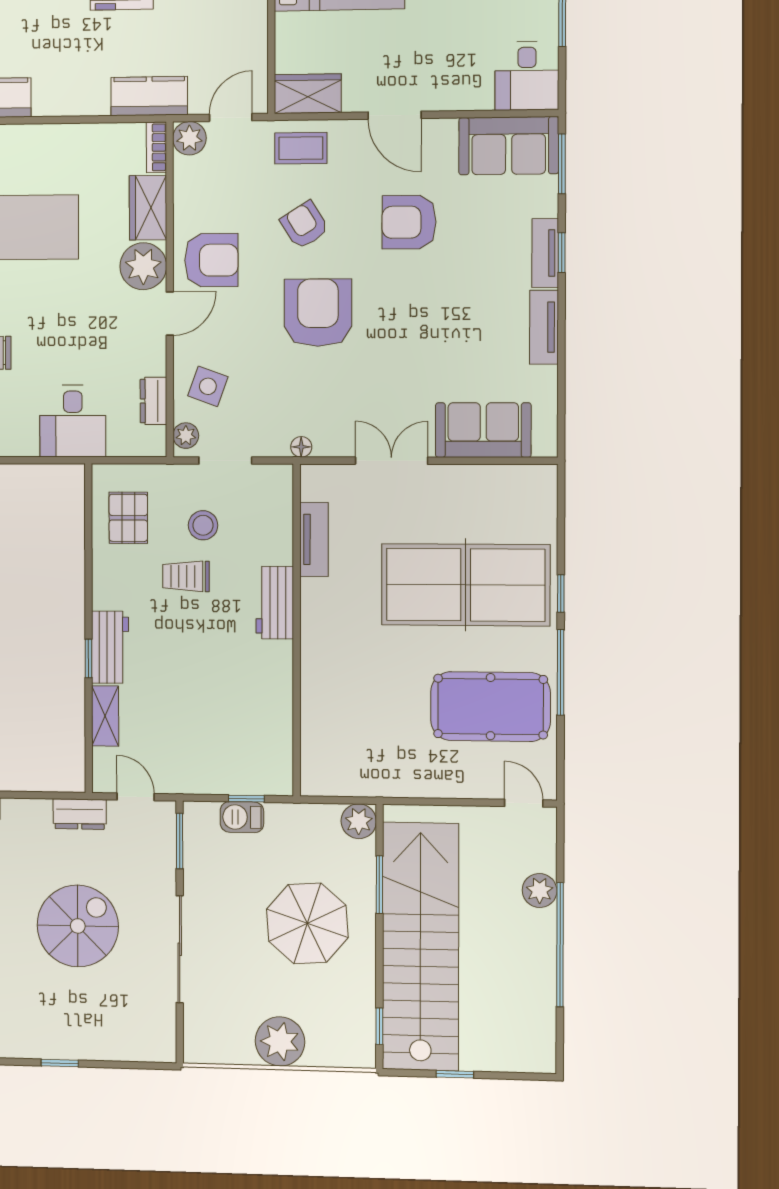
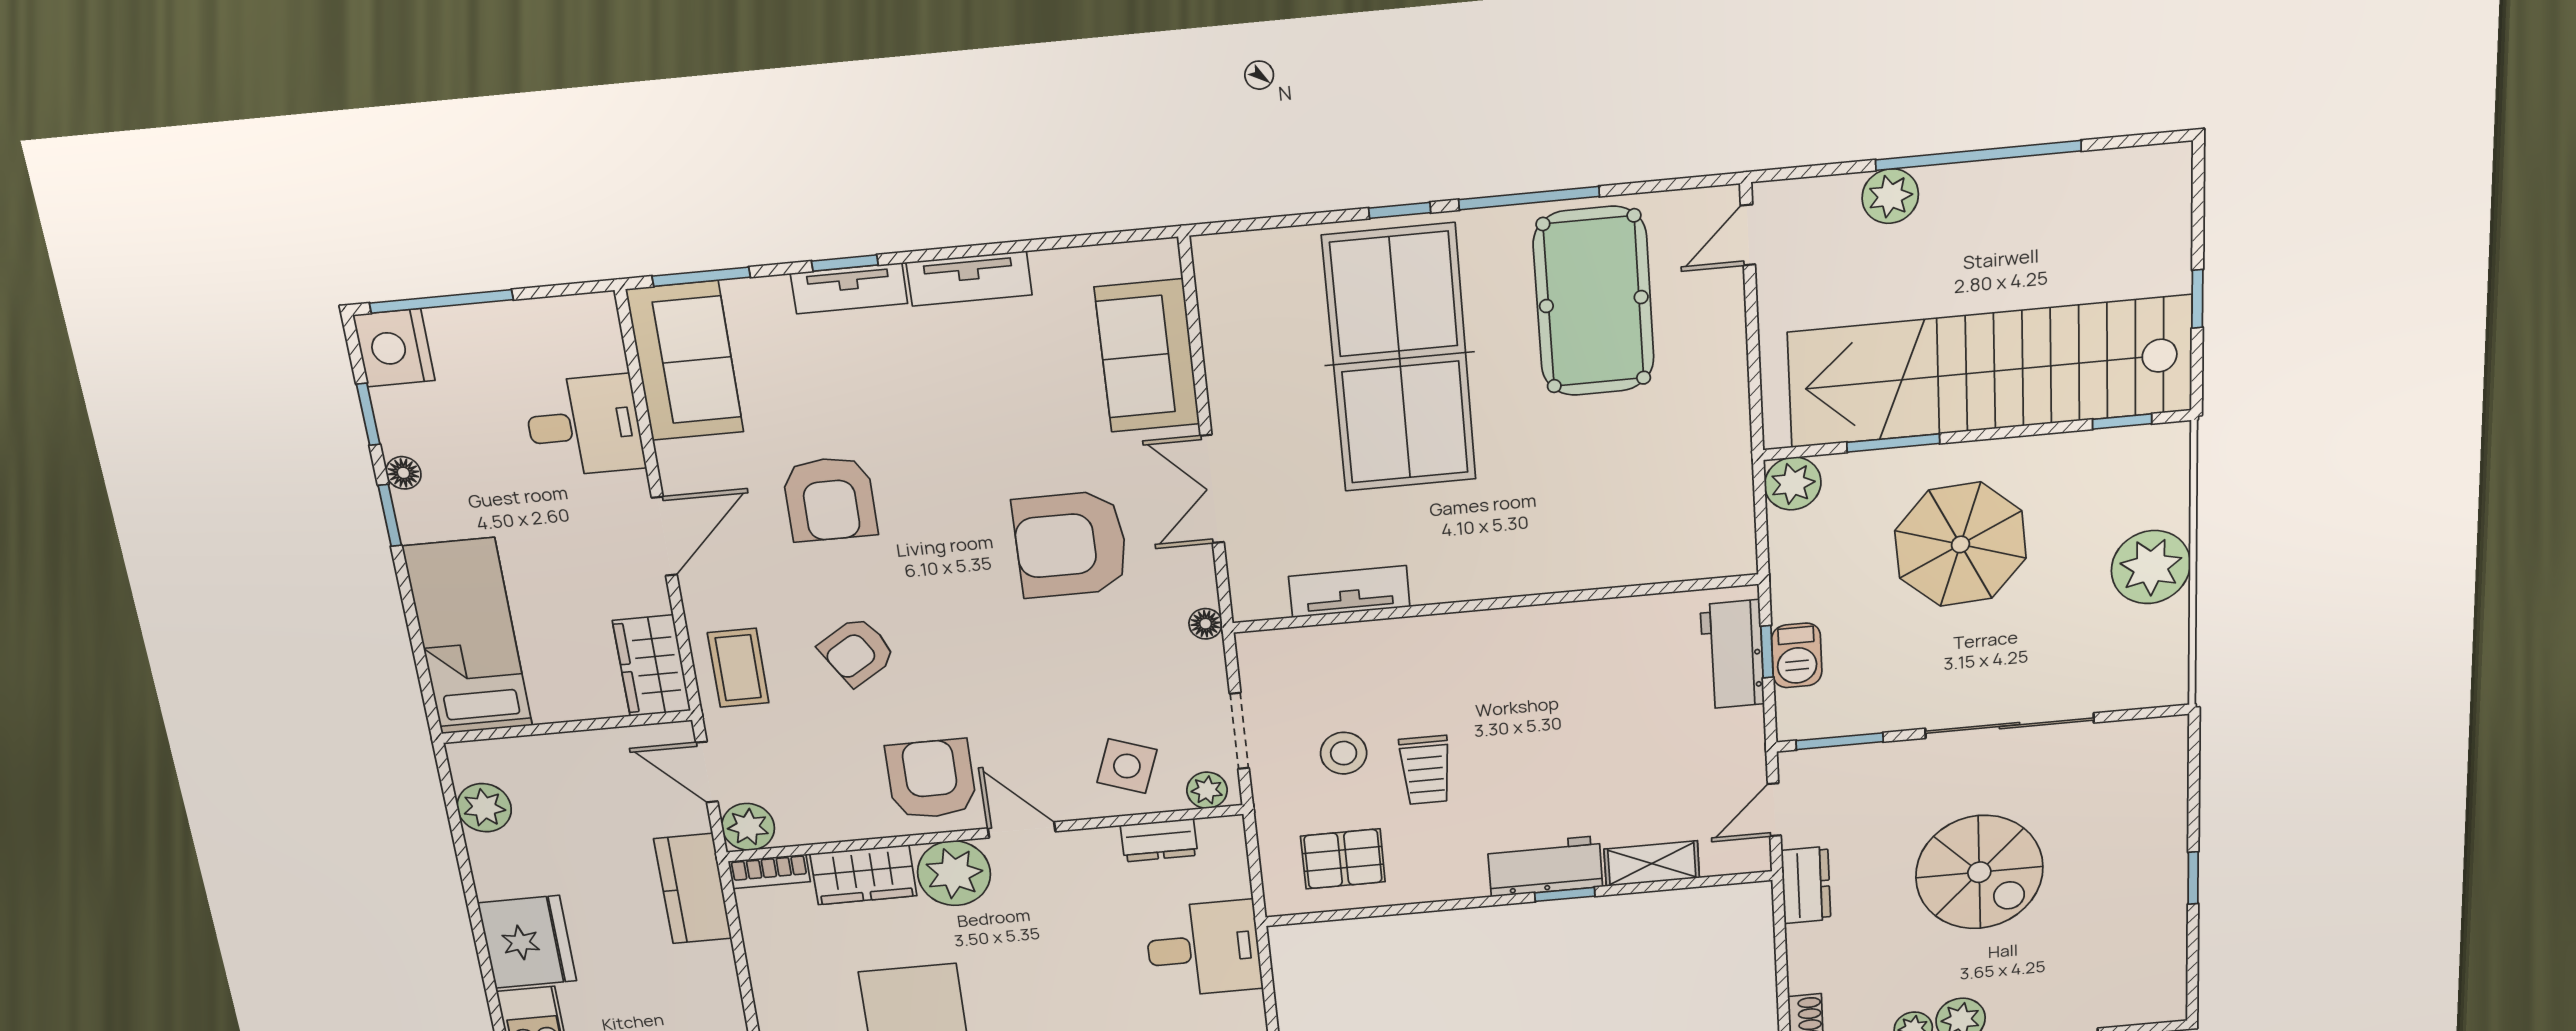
desk: (527, 76) -> (584, 426), moved
armchair: (318, 313) -> (1071, 544), moved
workbench: (275, 603) -> (1732, 654), moved, turned 90
spiral stairs: (78, 926) -> (1979, 872), turned 180

